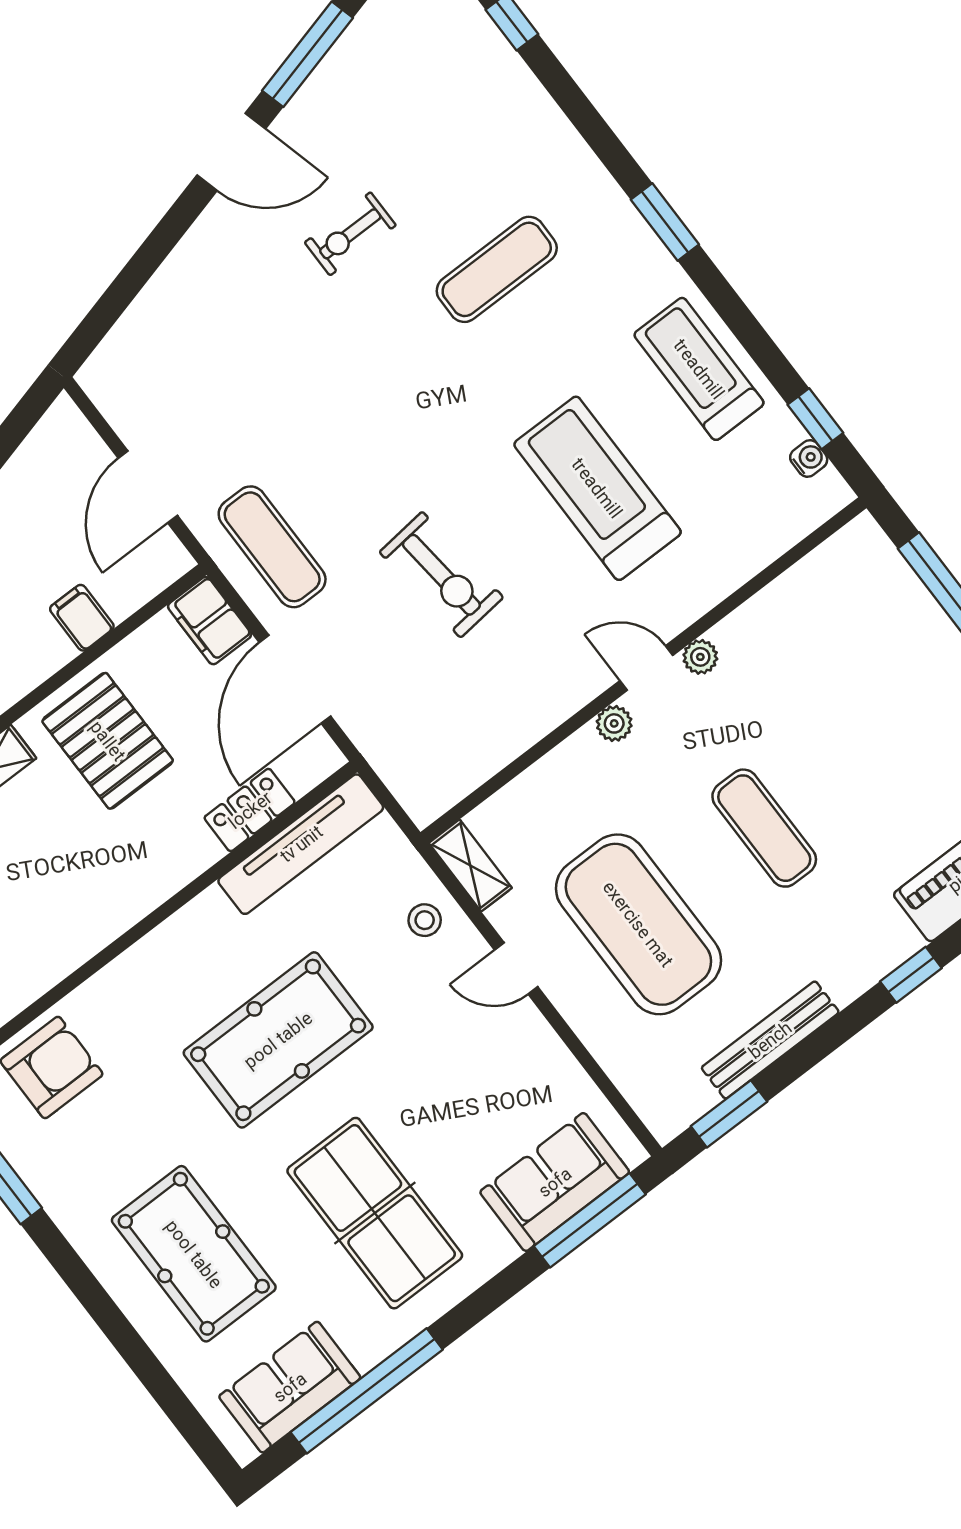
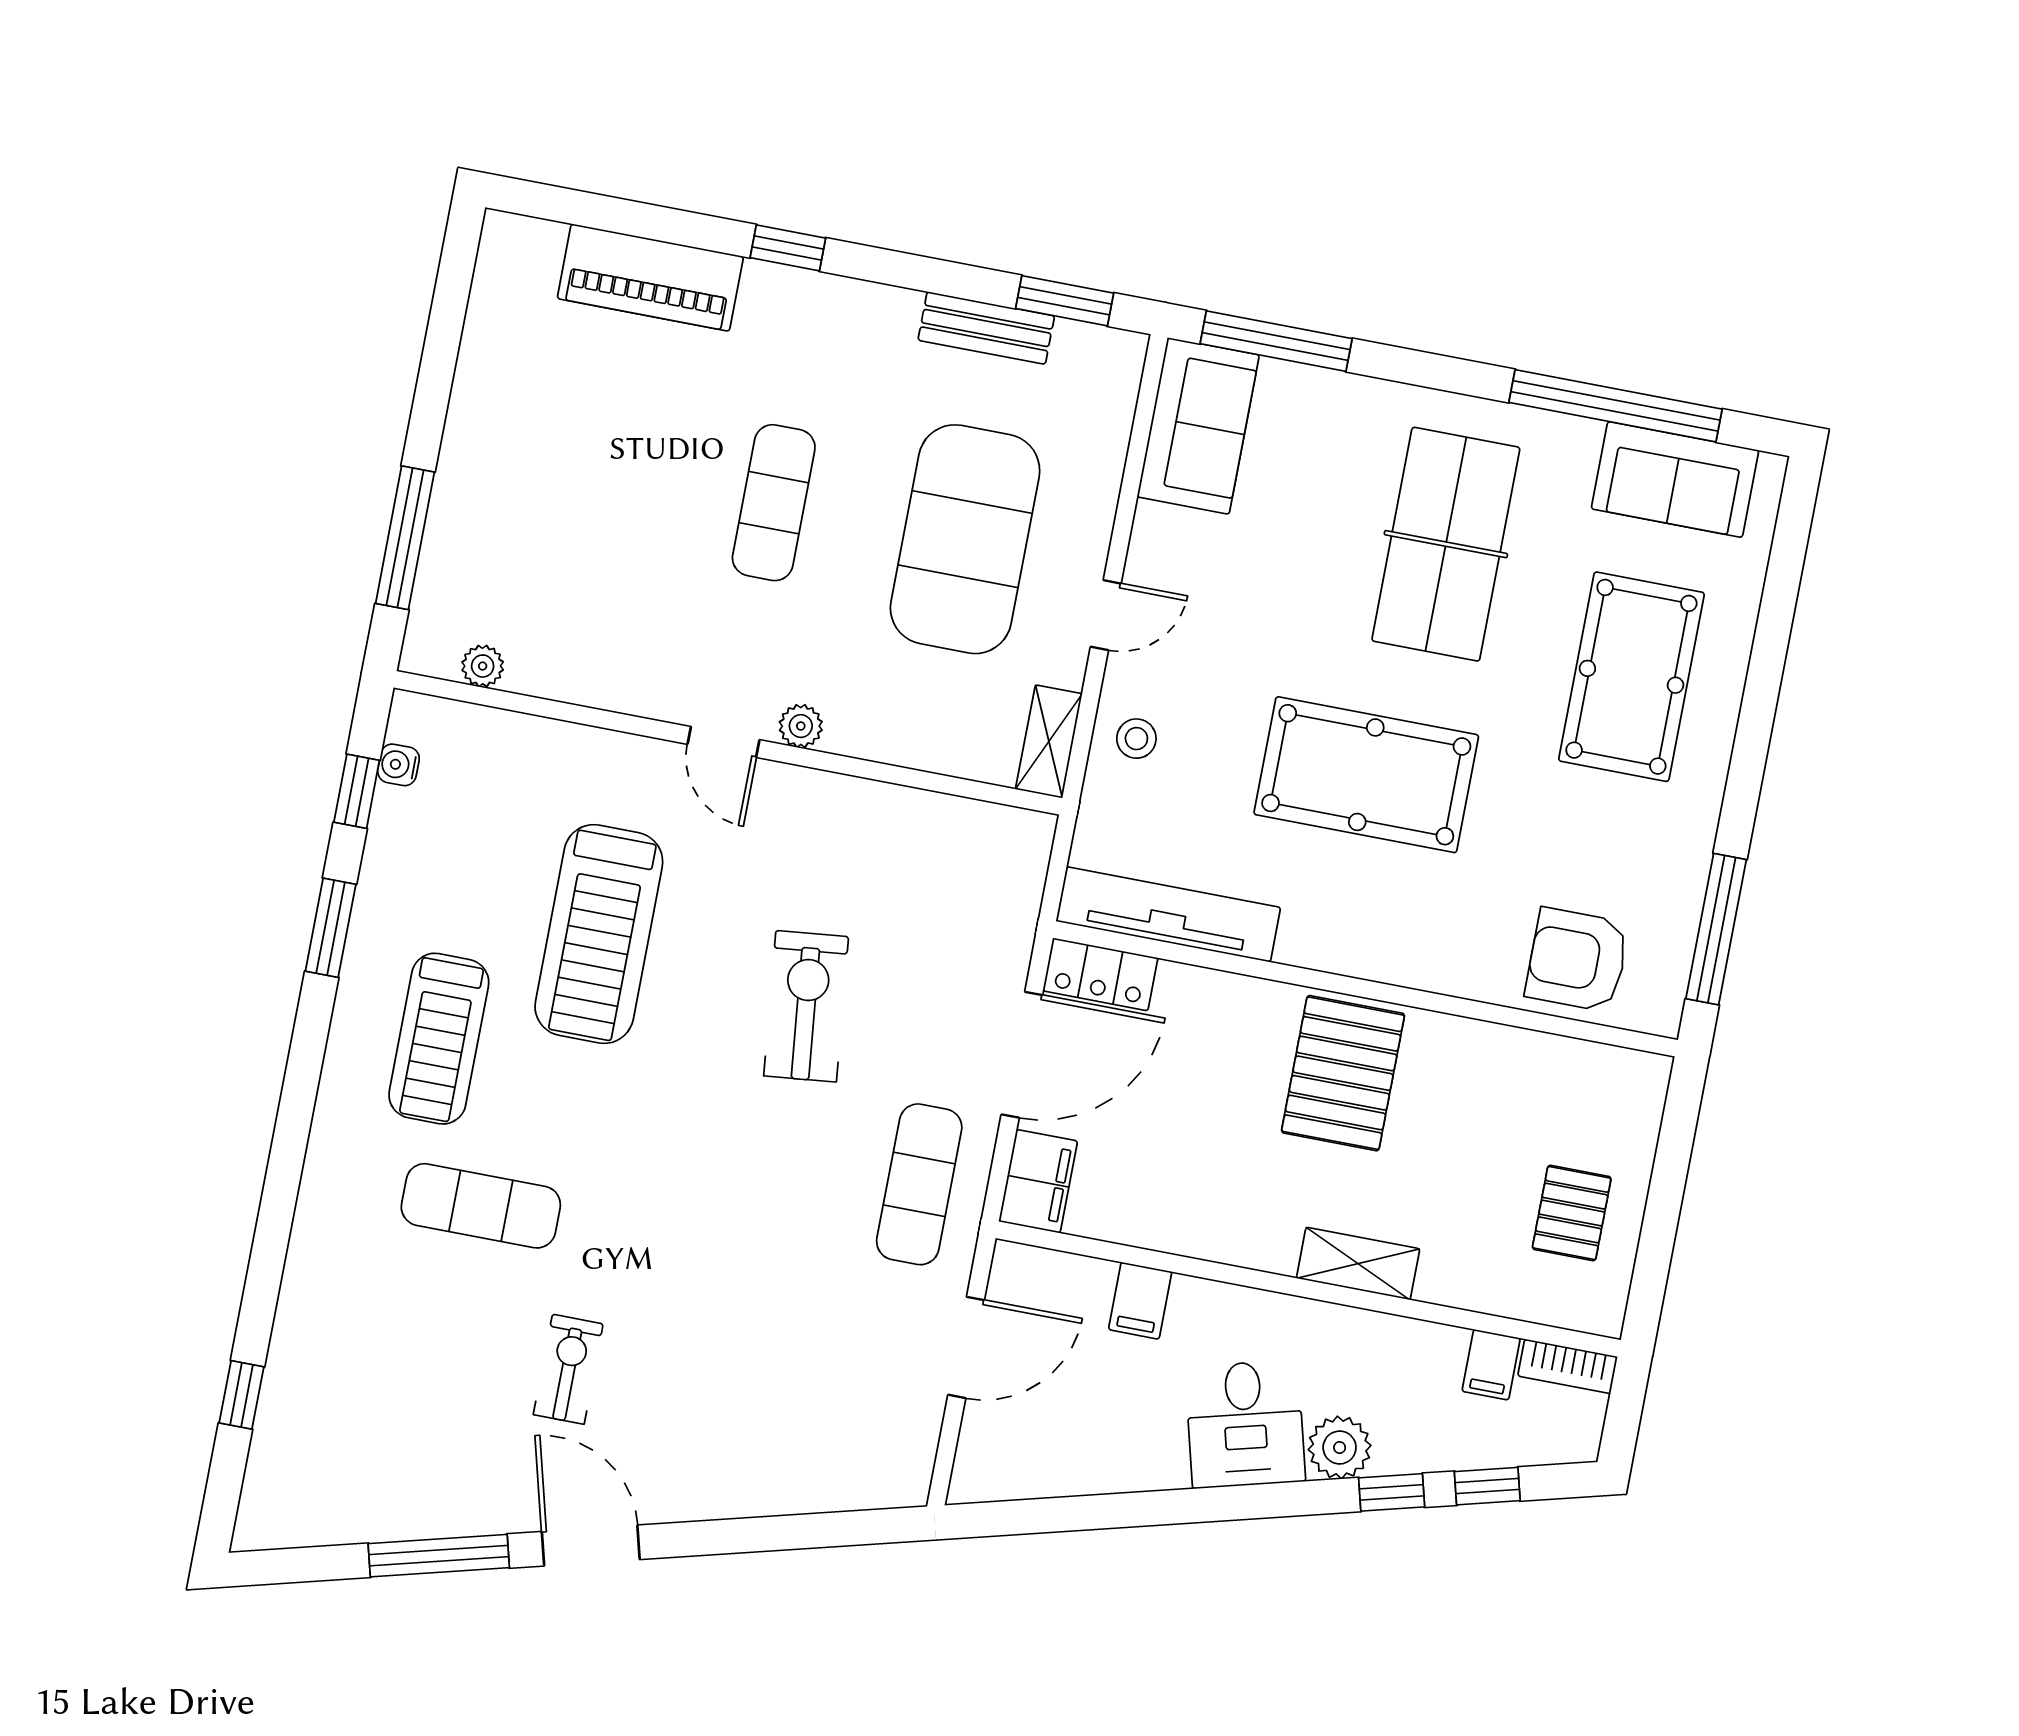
window: (665, 222) -> (331, 928), moved
exercise bike: (350, 234) -> (568, 1369), turned -90
treadmill: (699, 369) -> (439, 1039), moved
plant: (700, 657) -> (483, 666), moved
pallet: (108, 741) -> (1343, 1073), moved
locker: (250, 810) -> (1100, 974), moved
door: (516, 968) -> (1106, 615), hinge flipped
bench: (770, 1040) -> (986, 328), width x0.73
sofa: (555, 1182) -> (1198, 426), moved, turned -90

